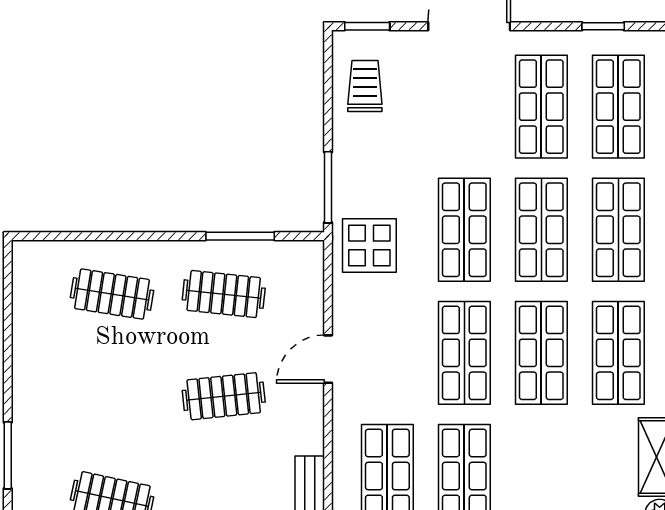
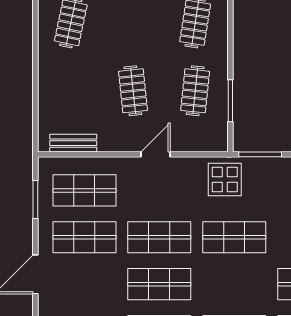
shop shelf: (541, 230) -> (234, 284), removed
door: (328, 359) -> (156, 154), hinge flipped

